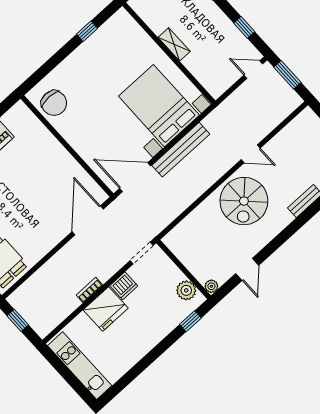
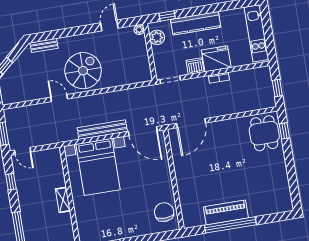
kitchen counter: (154, 333) -> (196, 23), added

